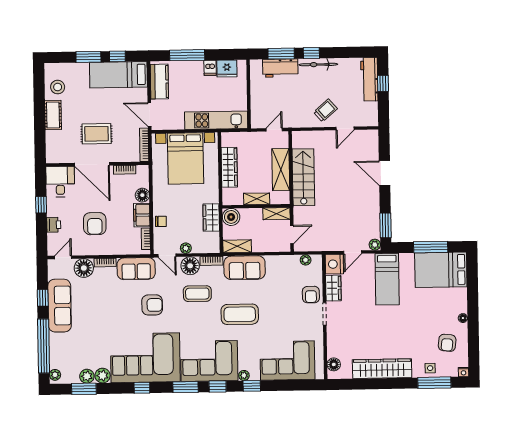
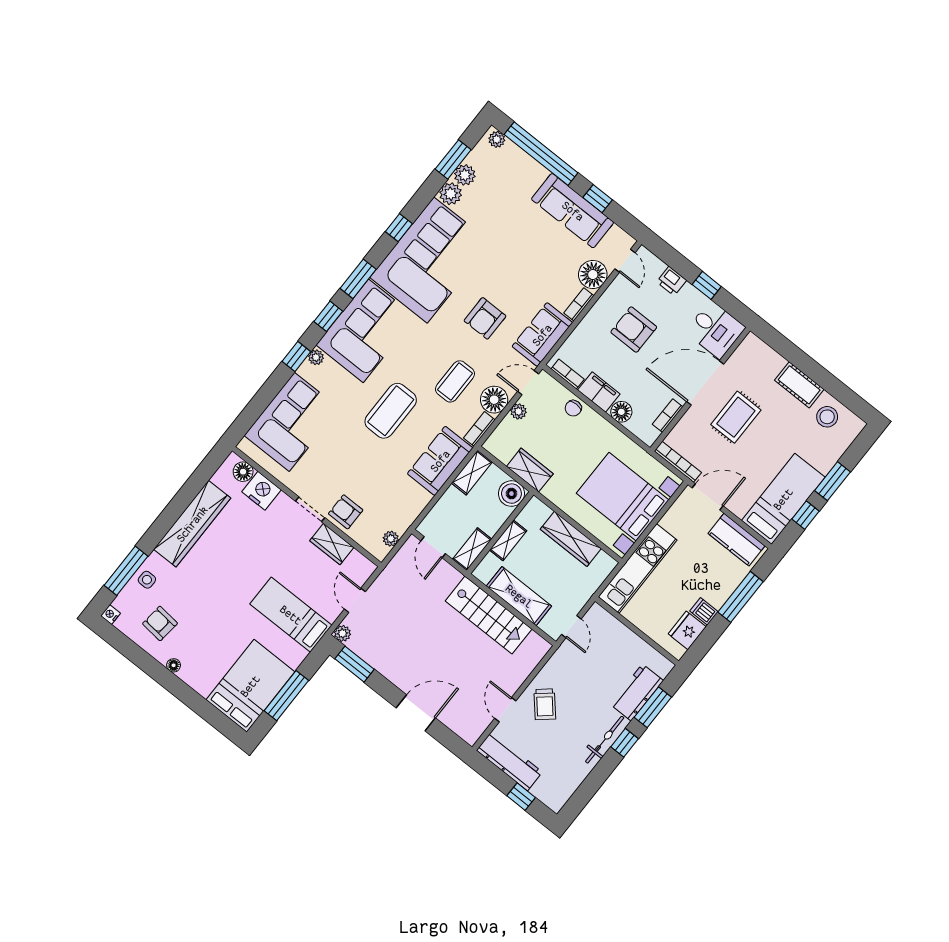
workbench: (369, 79) -> (509, 761), moved
nightstand: (334, 264) -> (262, 491), moved

